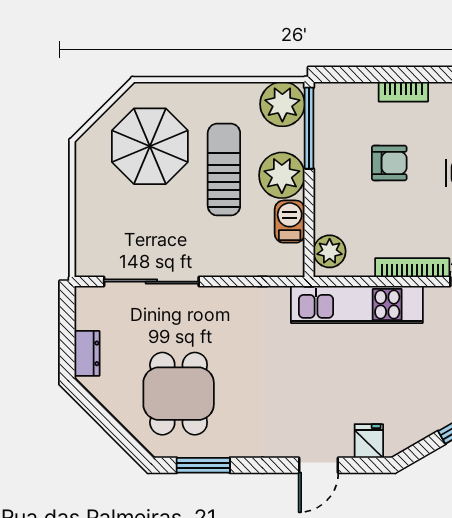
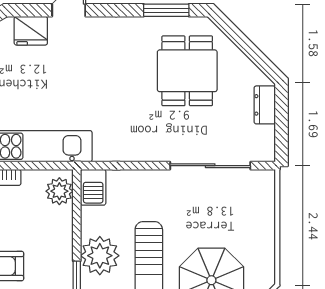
barbecue: (290, 222) -> (93, 187), moved
fridge: (369, 441) -> (31, 31), width x1.38

